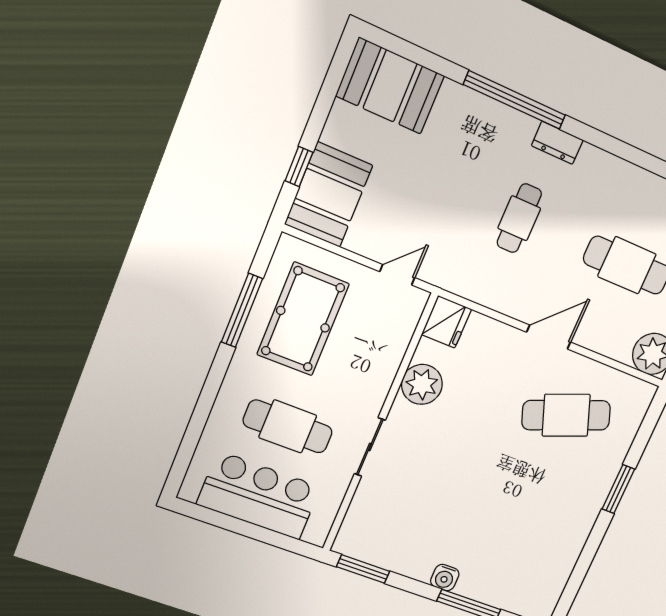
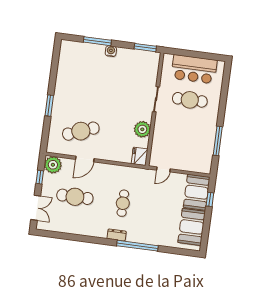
booth: (390, 86) -> (192, 227), moved, turned 90
pool table: (303, 319) -> (194, 143), removed
door: (549, 337) -> (85, 159), moved

